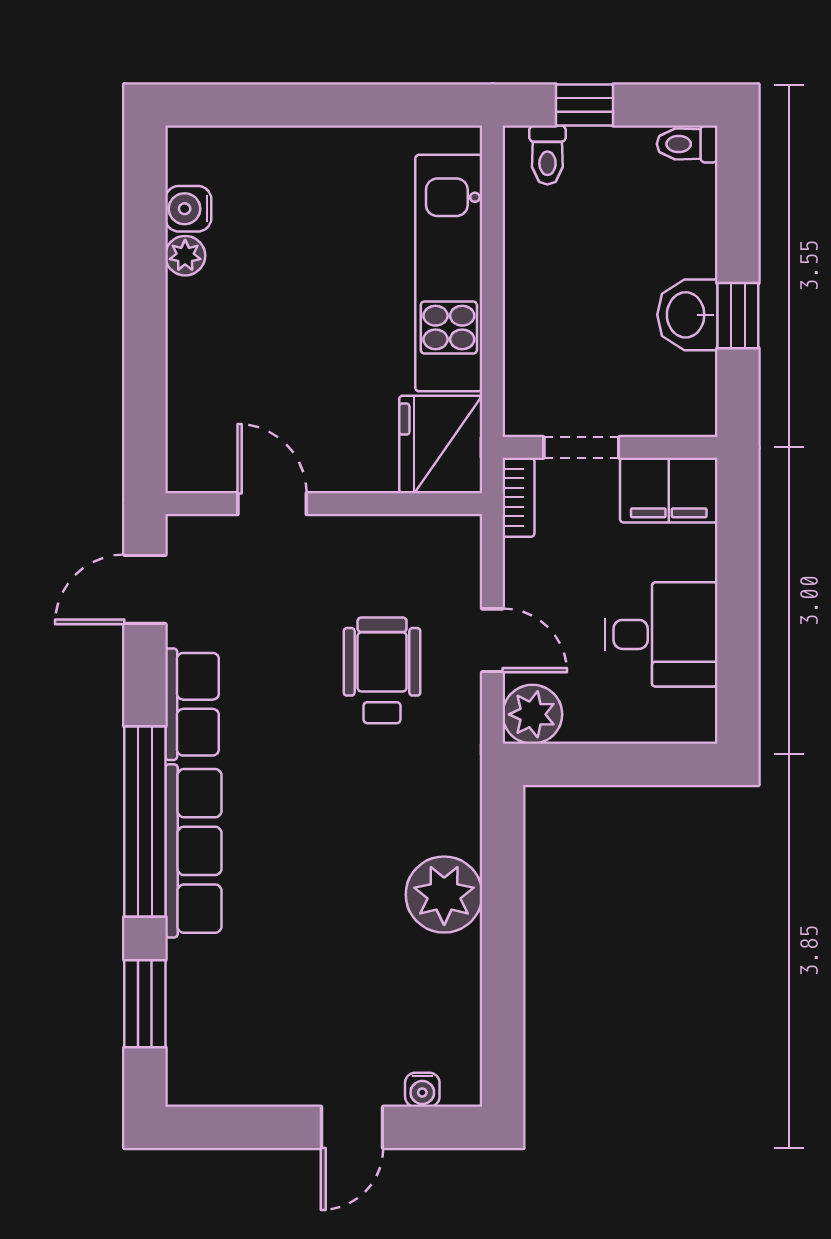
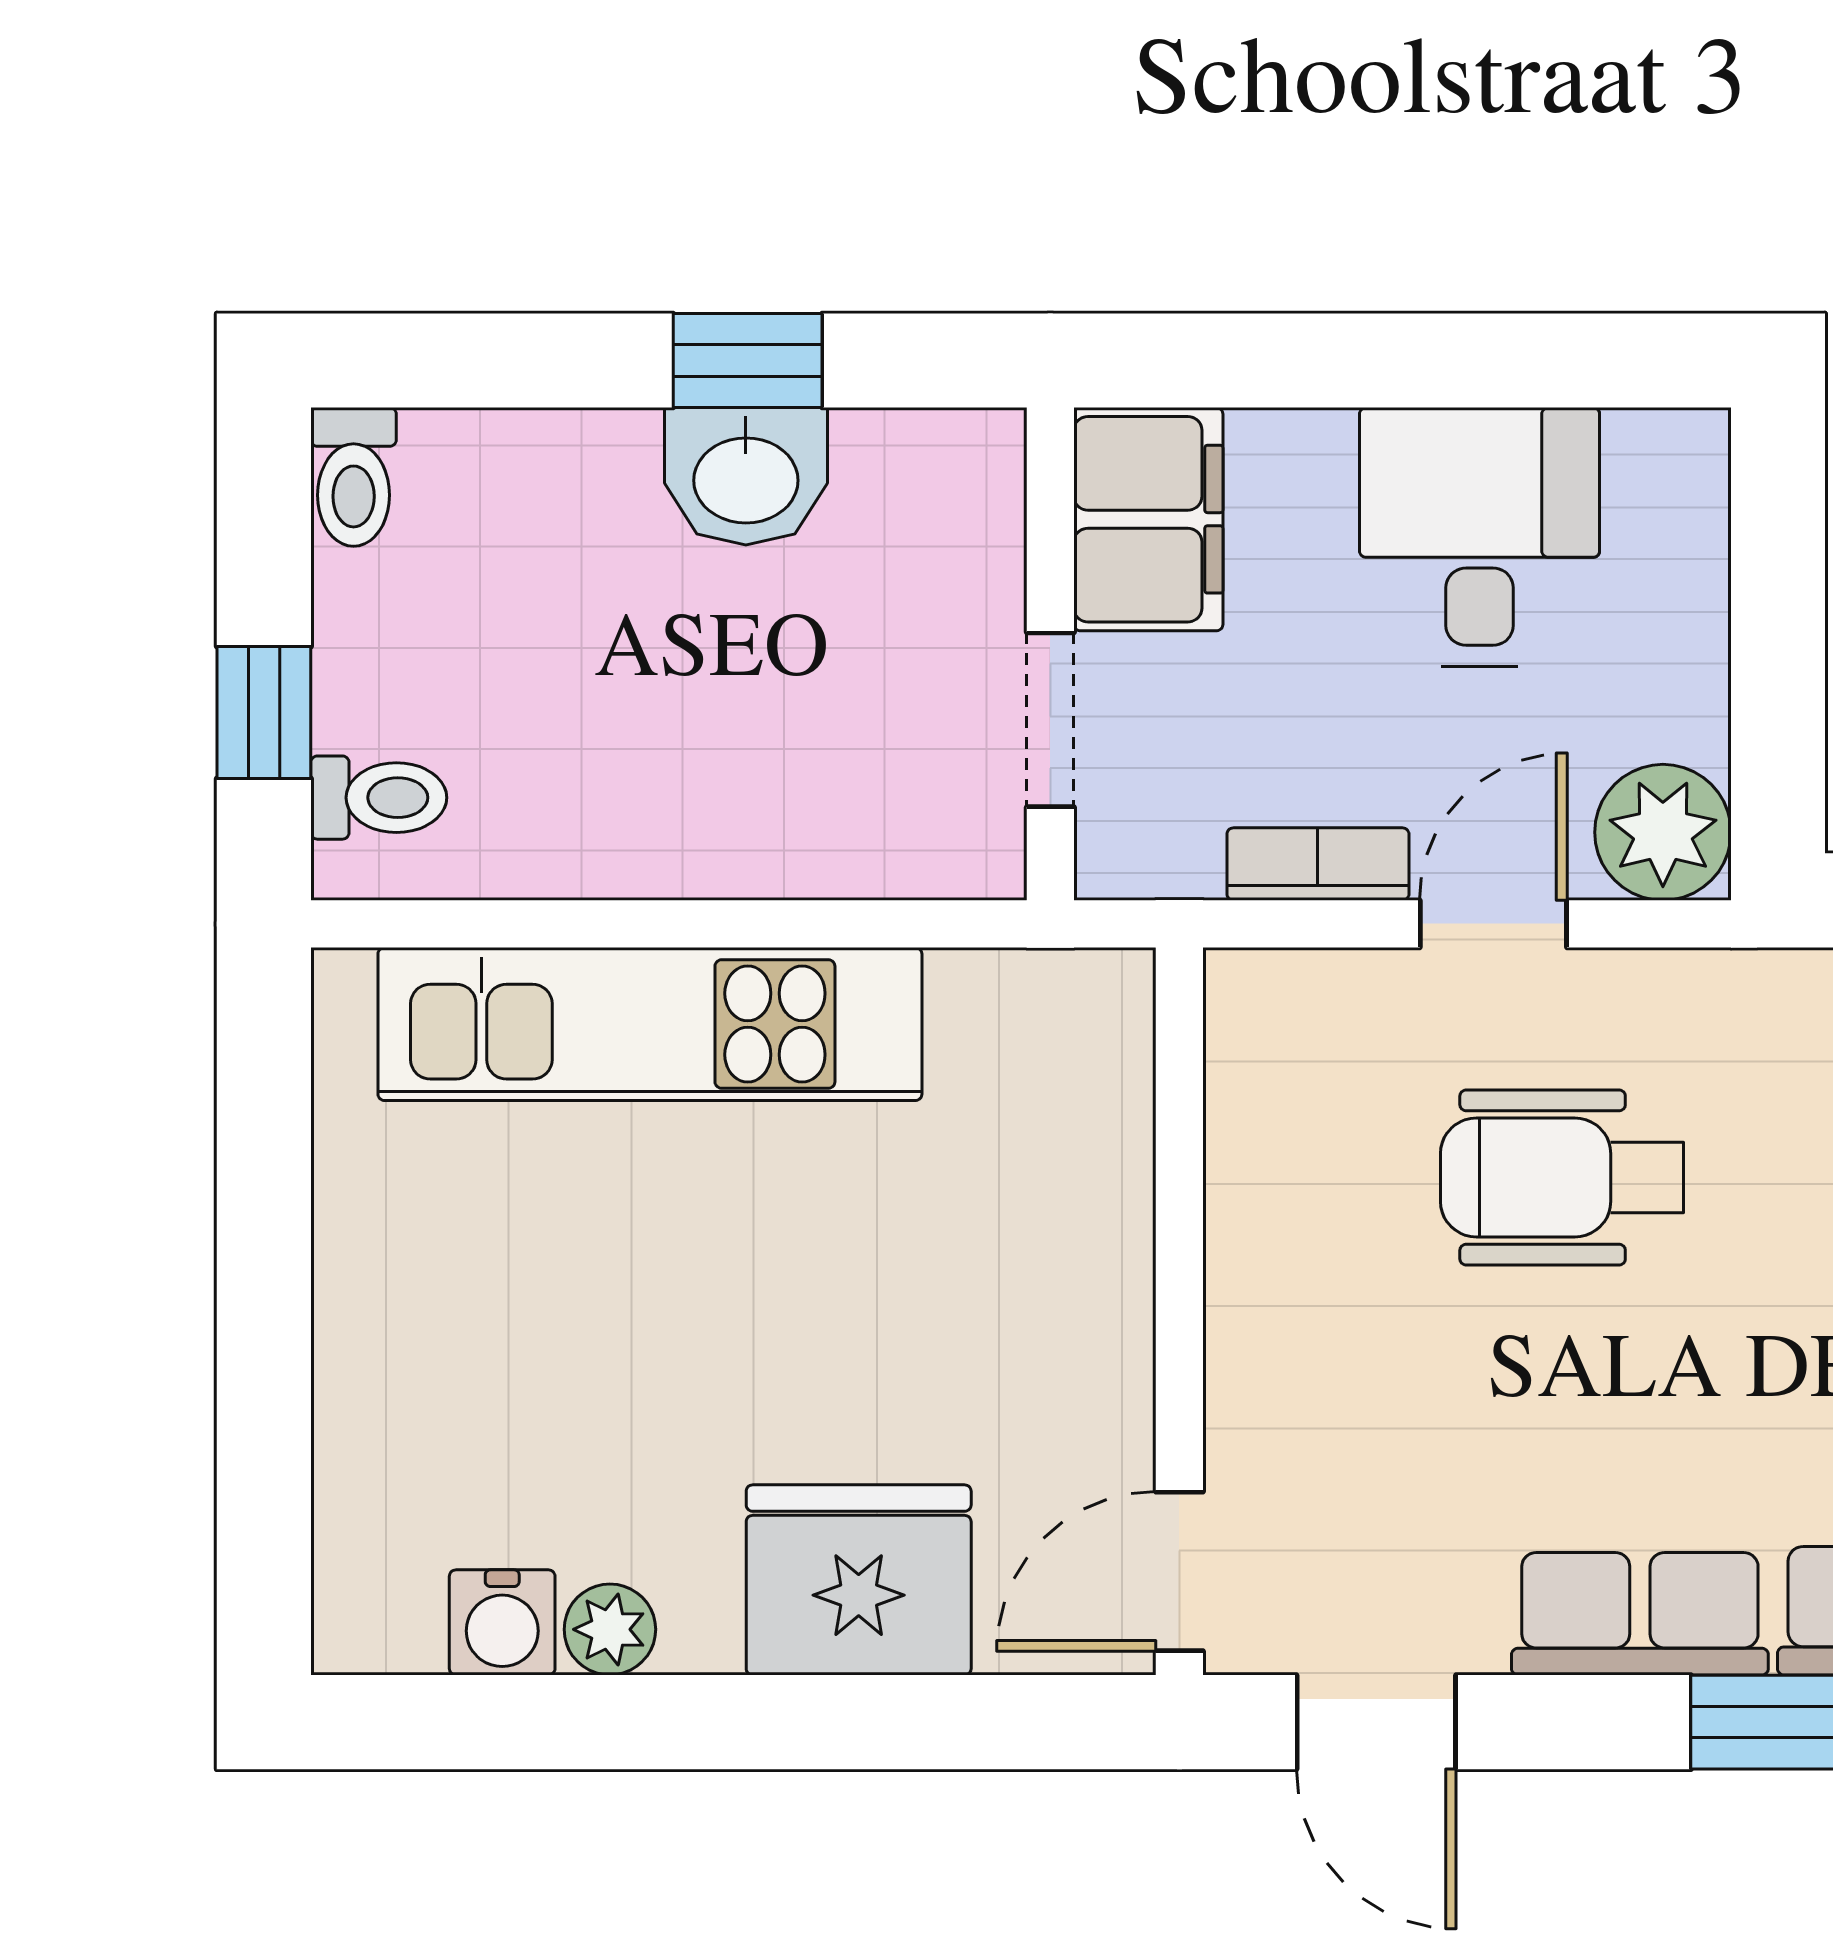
fridge: (441, 445) -> (859, 1580), moved, turned 180
bookcase: (519, 497) -> (1318, 864), moved
door: (272, 504) -> (1179, 1571), moved

